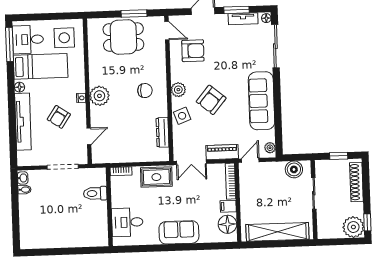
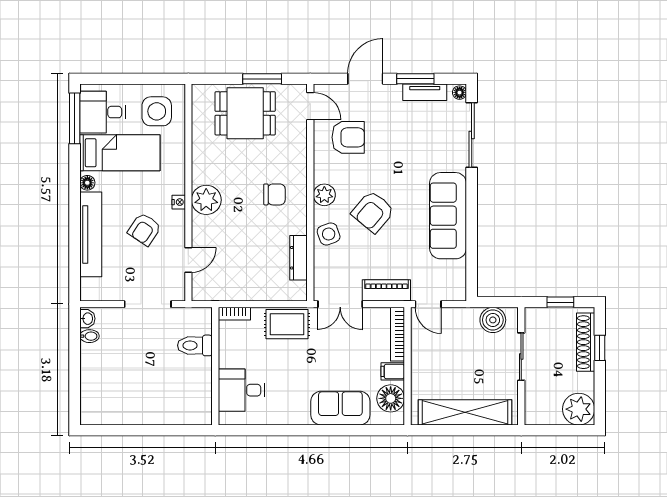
plant: (270, 148) -> (458, 286), removed
door: (250, 160) -> (428, 304), swing flipped
window: (367, 222) -> (600, 348), moved
sofa: (179, 232) -> (340, 408), moved

